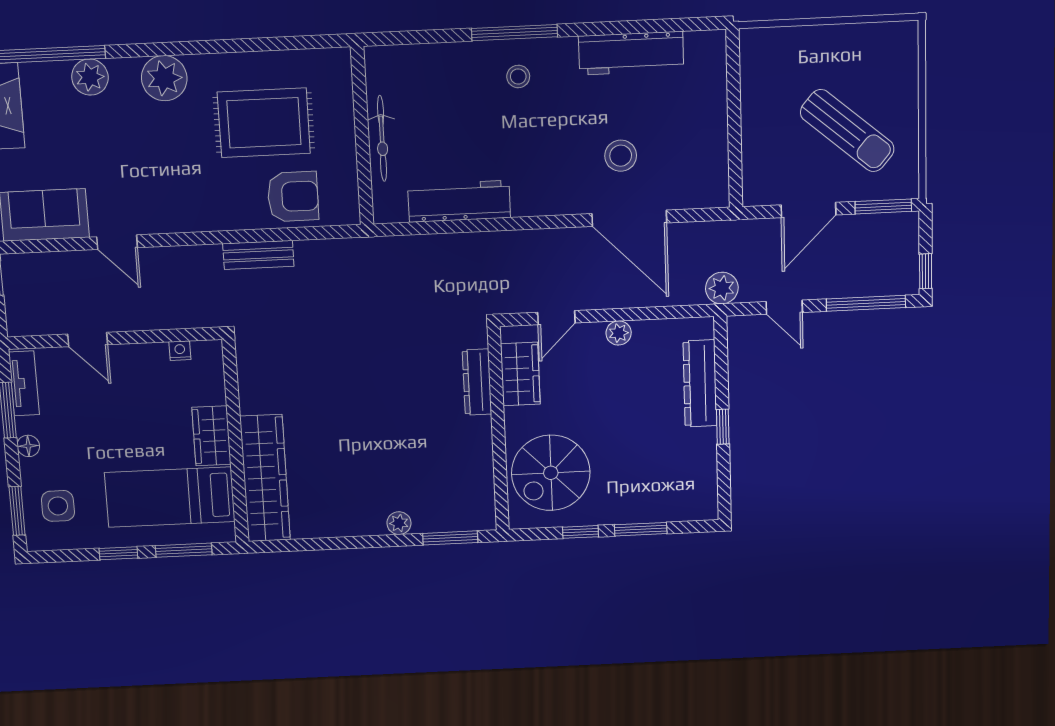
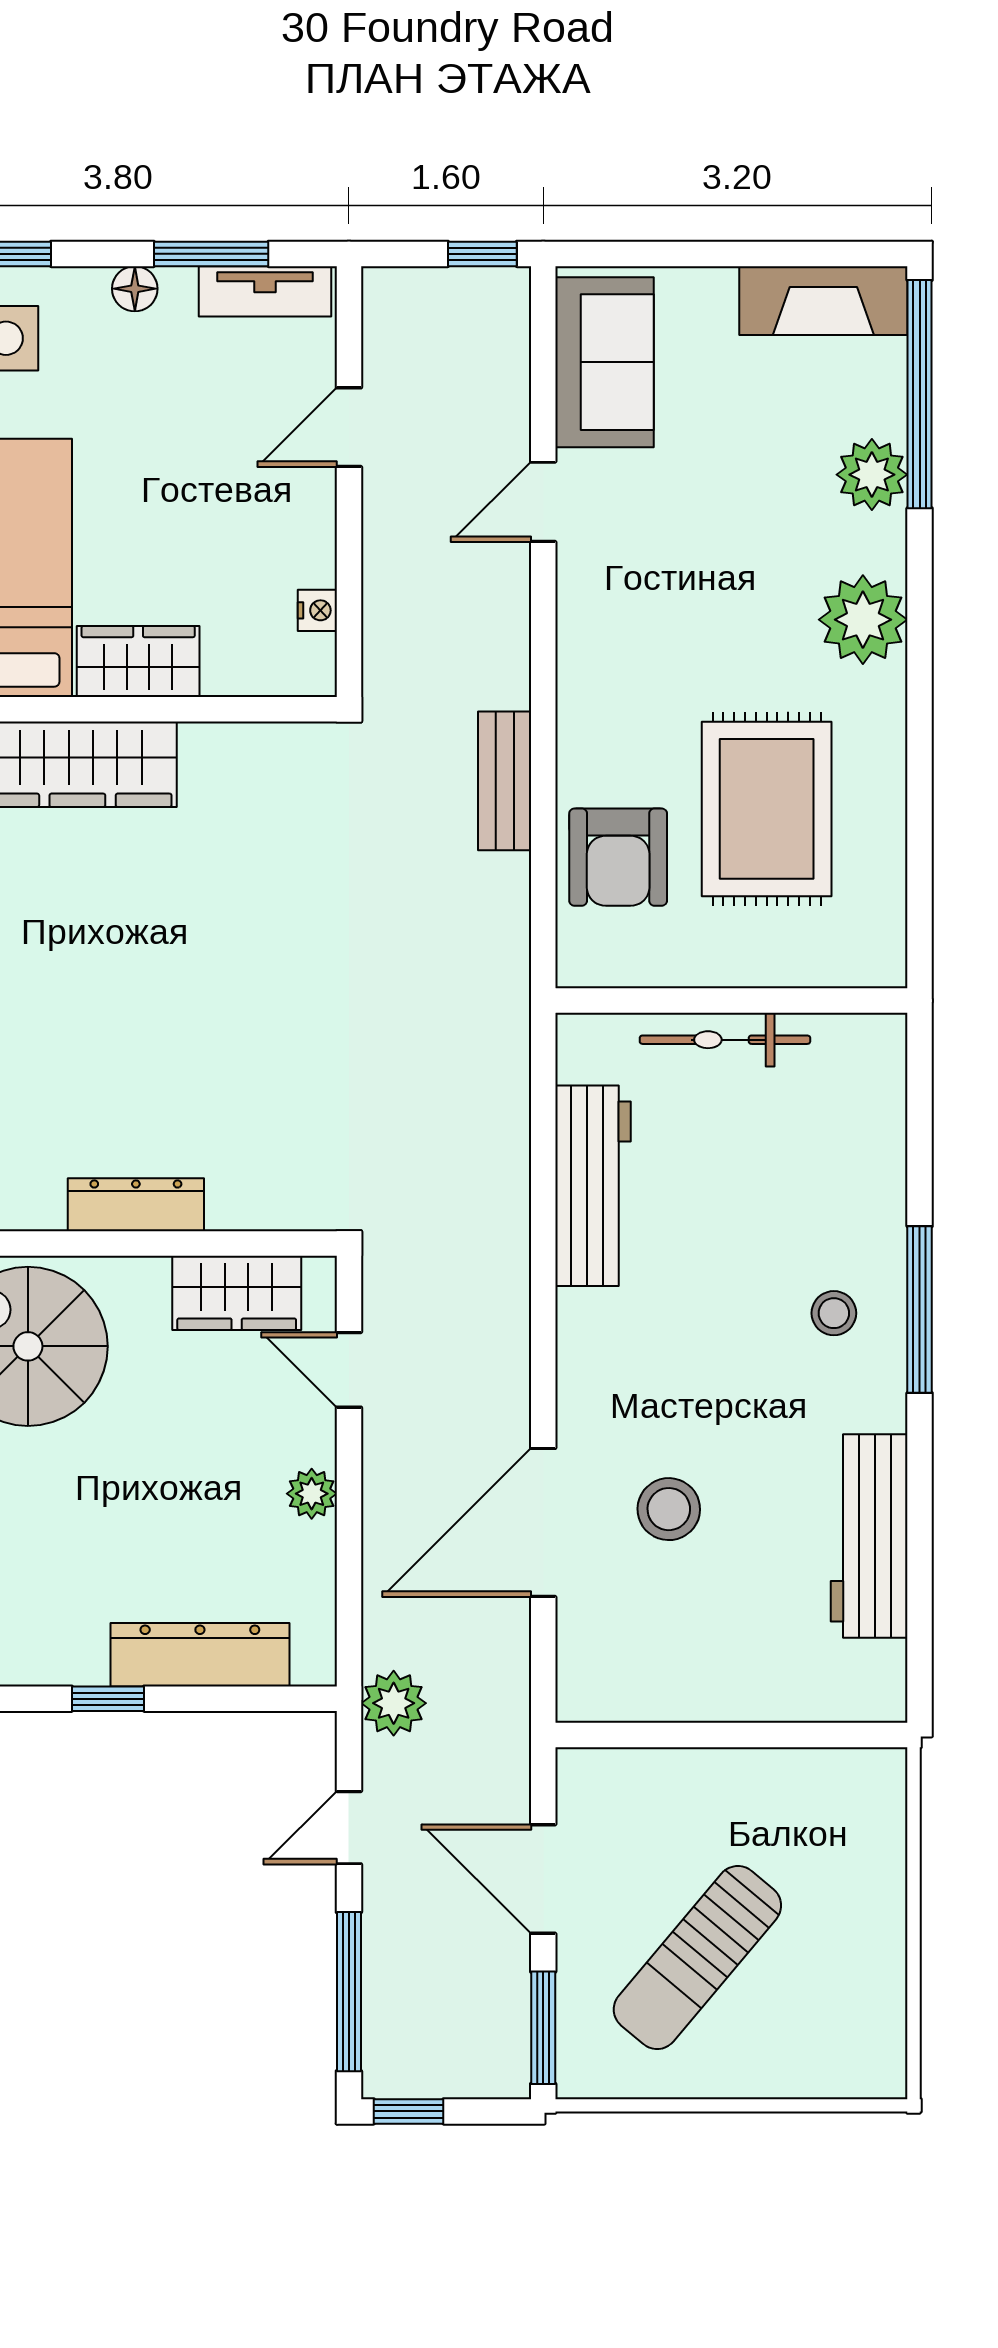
dresser: (477, 382) -> (136, 1205), moved

